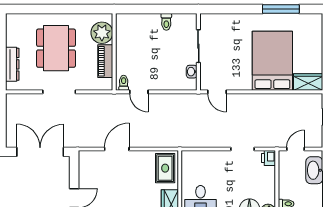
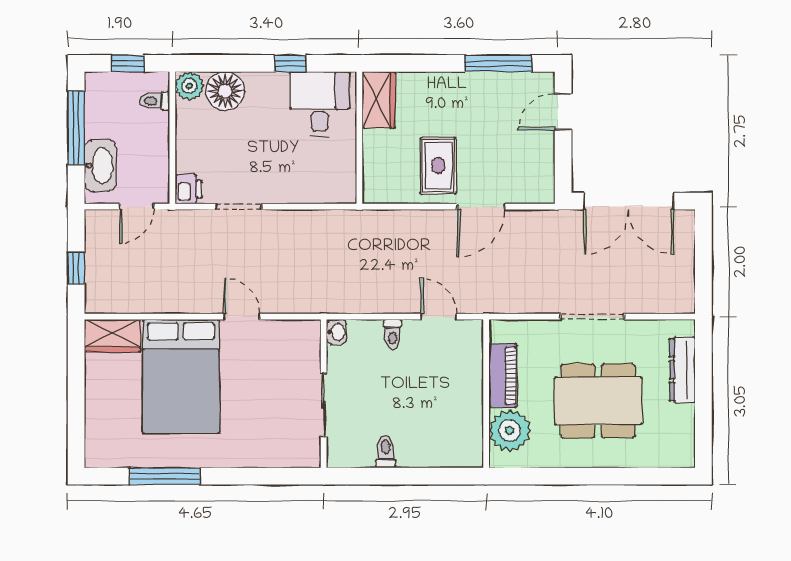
dining table: (56, 48) -> (598, 401), turned 90
washbasin: (192, 72) -> (337, 332), moved
toilet: (124, 83) -> (392, 334), moved
door: (217, 92) -> (242, 317), moved
rug: (165, 168) -> (438, 166), moved

